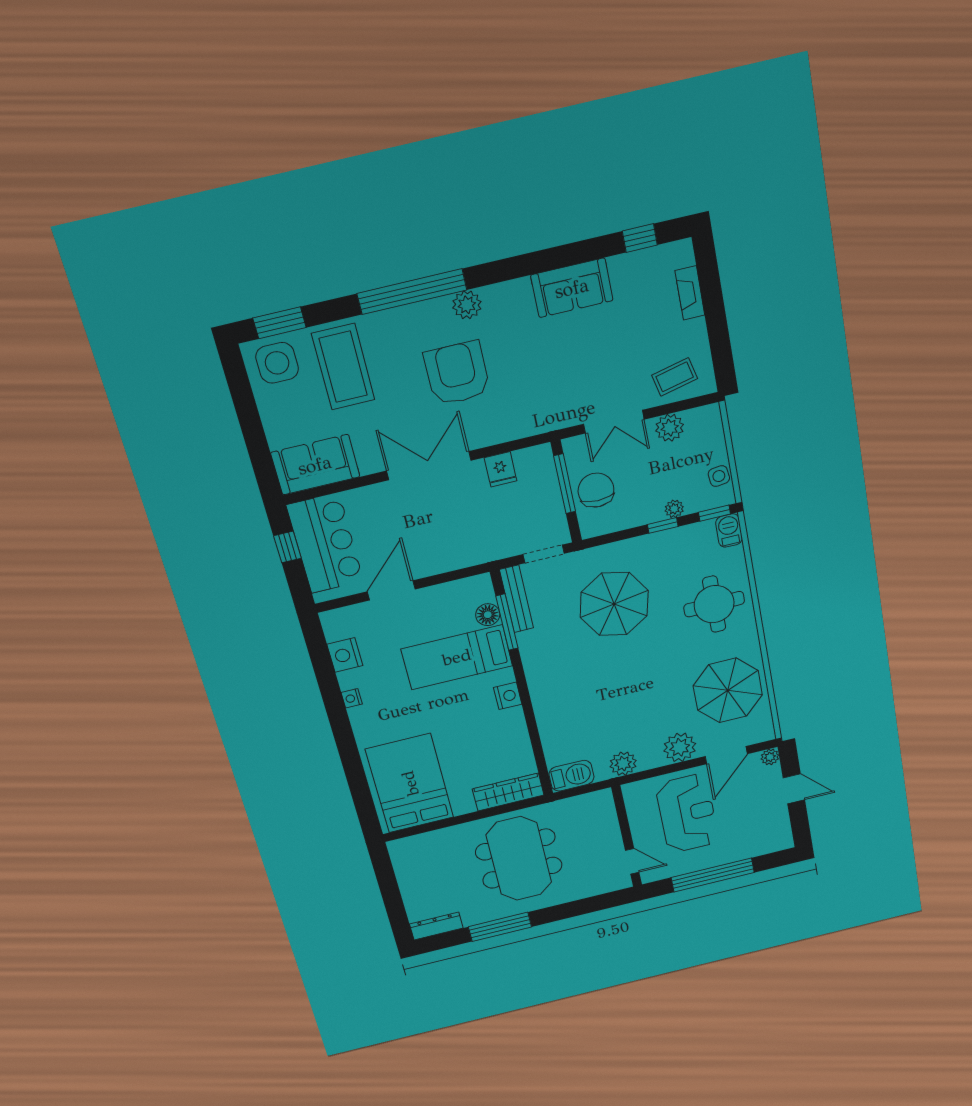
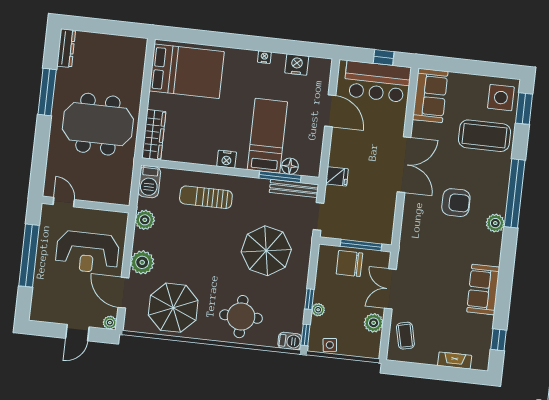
armchair: (457, 373) -> (456, 203), width x0.73, depth x0.73
fridge: (500, 469) -> (337, 176), moved, turned 180
chair: (596, 490) -> (349, 264), turned 180
sun lounger: (568, 703) -> (206, 197), added
door: (632, 861) -> (64, 202), swing flipped

